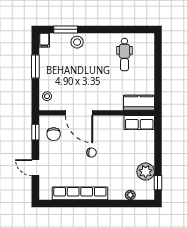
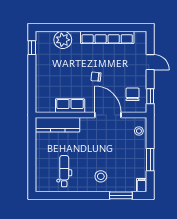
stool: (77, 42) -> (101, 176), moved
kitchen counter: (139, 103) -> (58, 125), width x1.50
row of seats: (139, 122) -> (70, 106), moved
plant: (146, 172) -> (44, 58), removed
plant: (130, 195) -> (63, 40), width x1.88, depth x1.88

